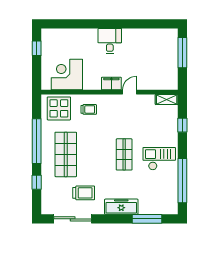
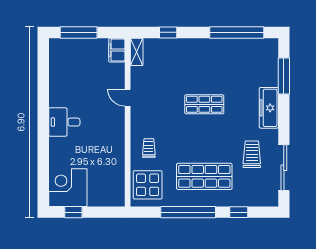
corner desk: (67, 75) -> (68, 188), moved, turned 90
filing cabinet: (111, 84) -> (117, 50), moved
checkout: (159, 159) -> (210, 61), removed

